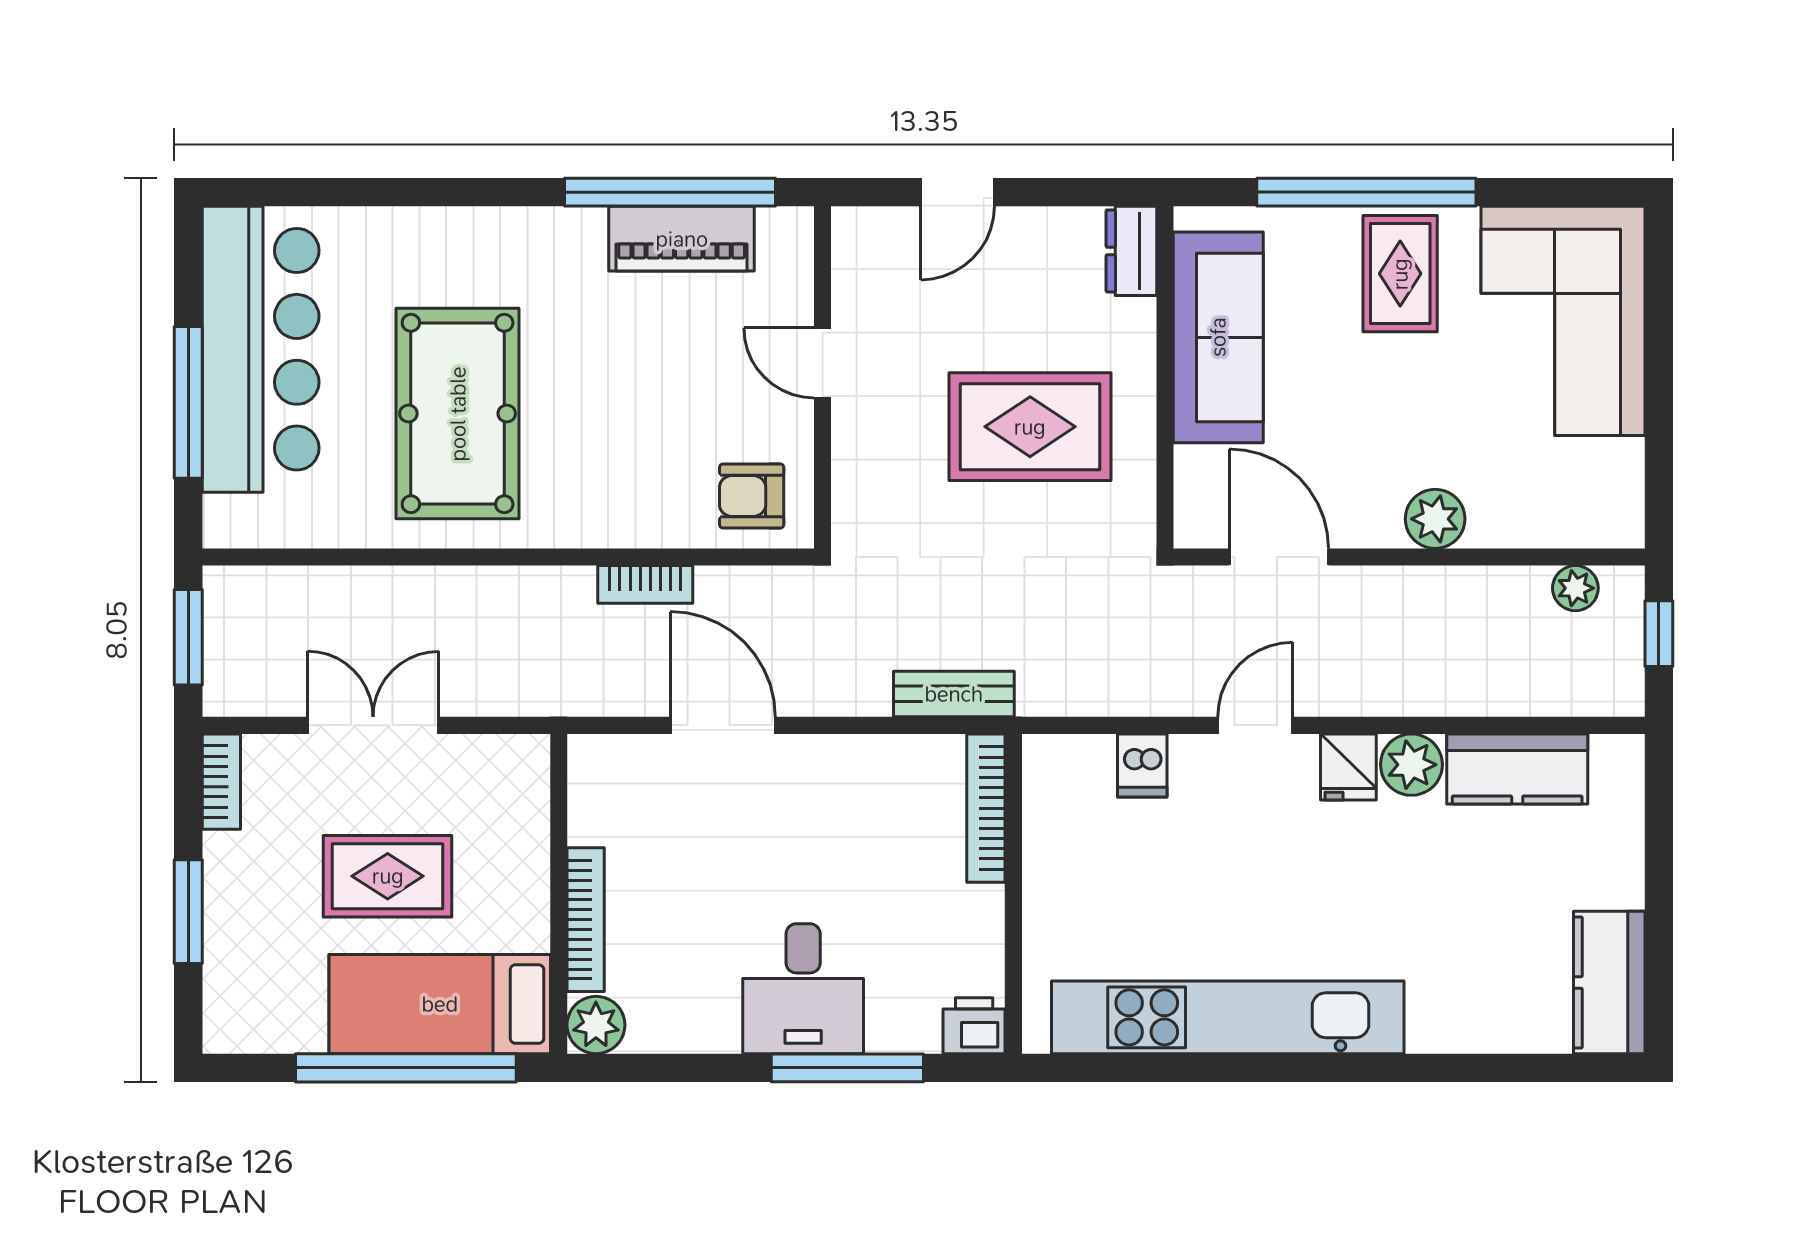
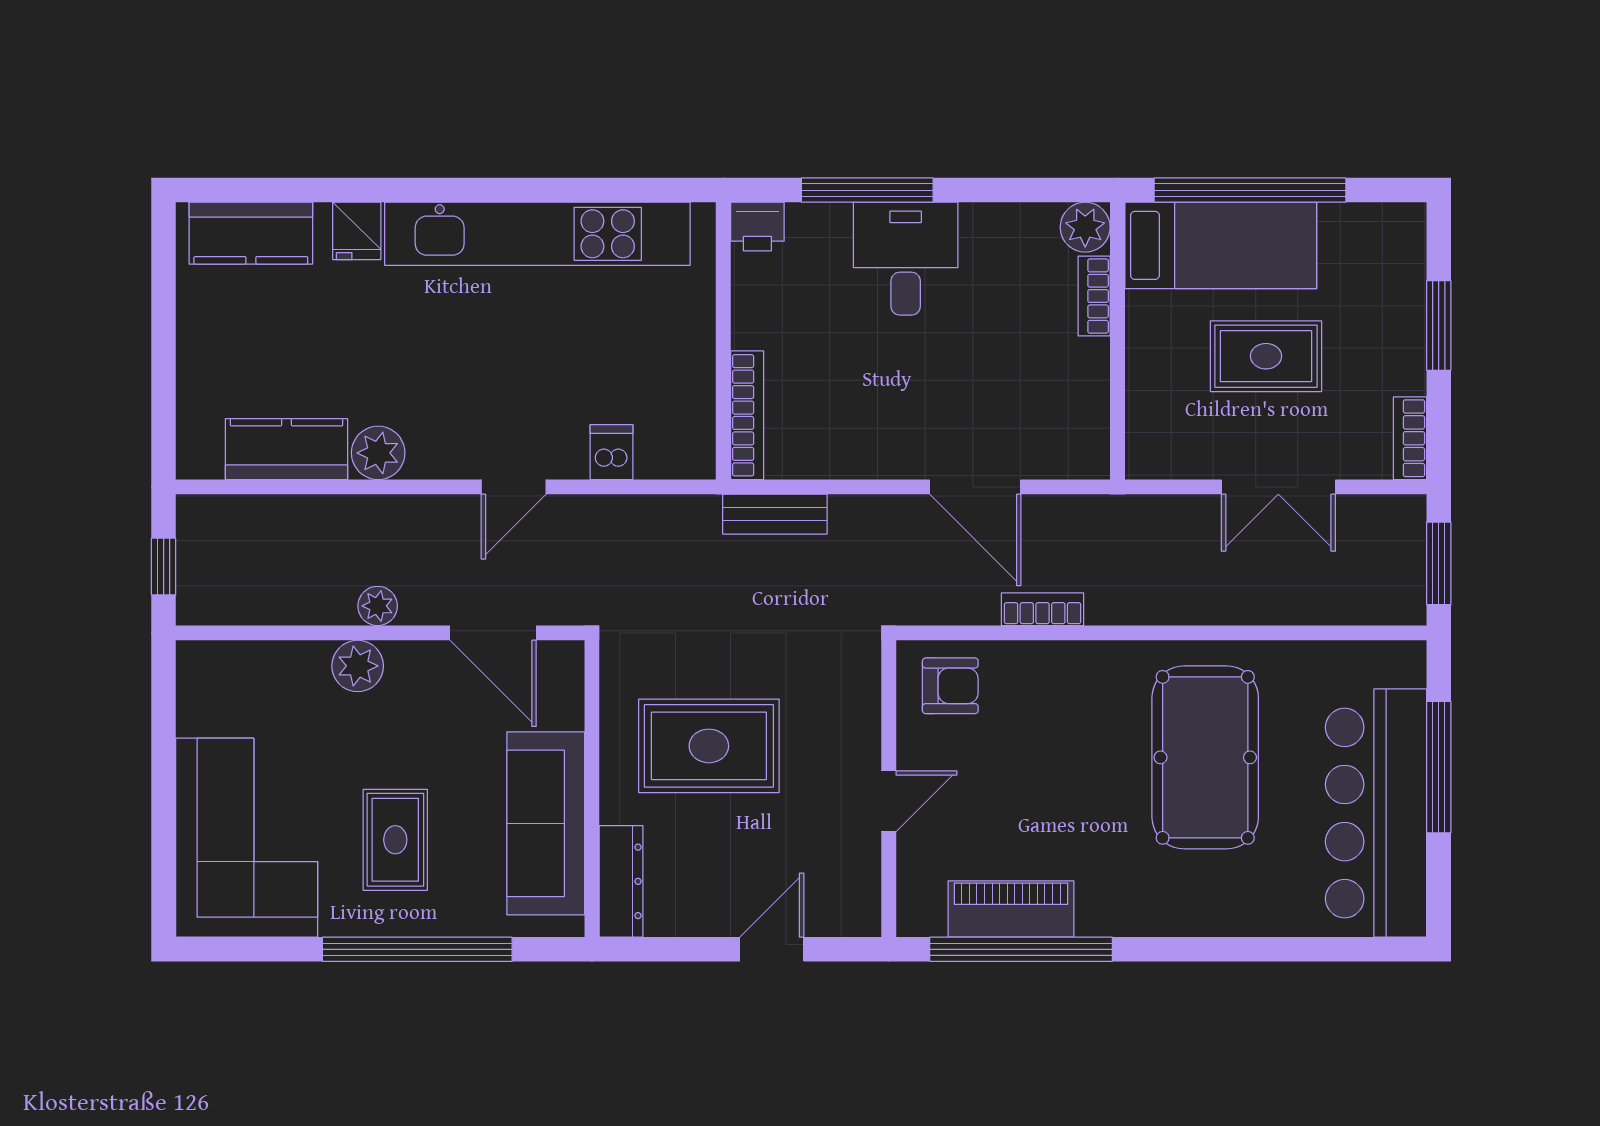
dresser: (1131, 251) -> (621, 881), width x1.44
rug: (1400, 274) -> (395, 840), moved
door: (823, 363) -> (889, 801), hinge flipped
plant: (1575, 588) -> (378, 606), moved
fridge: (1348, 767) -> (357, 231), moved, turned 180
bookcase: (586, 920) -> (1094, 296), width x0.64
kitchen counter: (1609, 982) -> (251, 233), moved, turned 90

